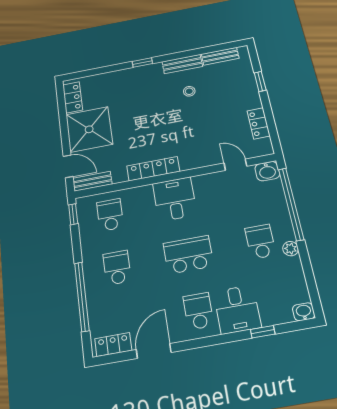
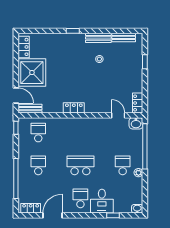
locker: (259, 123) -> (138, 103), moved
locker: (153, 169) -> (74, 108), width x0.66
desk: (175, 199) -> (78, 130), removed

